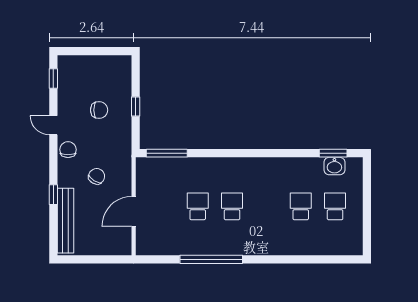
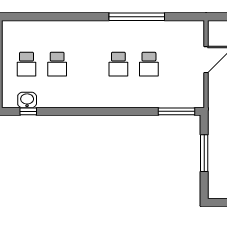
window: (136, 106) -> (204, 153), width x2.17
window: (333, 153) -> (28, 111), width x0.67

